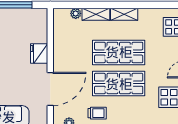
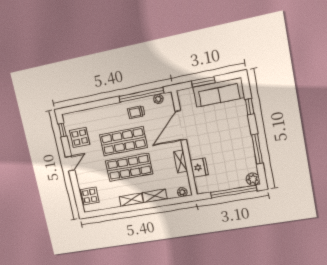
plant: (76, 13) -> (182, 192), moved
shelving: (59, 49) -> (181, 162), added
fridge: (39, 54) -> (199, 167), moved

